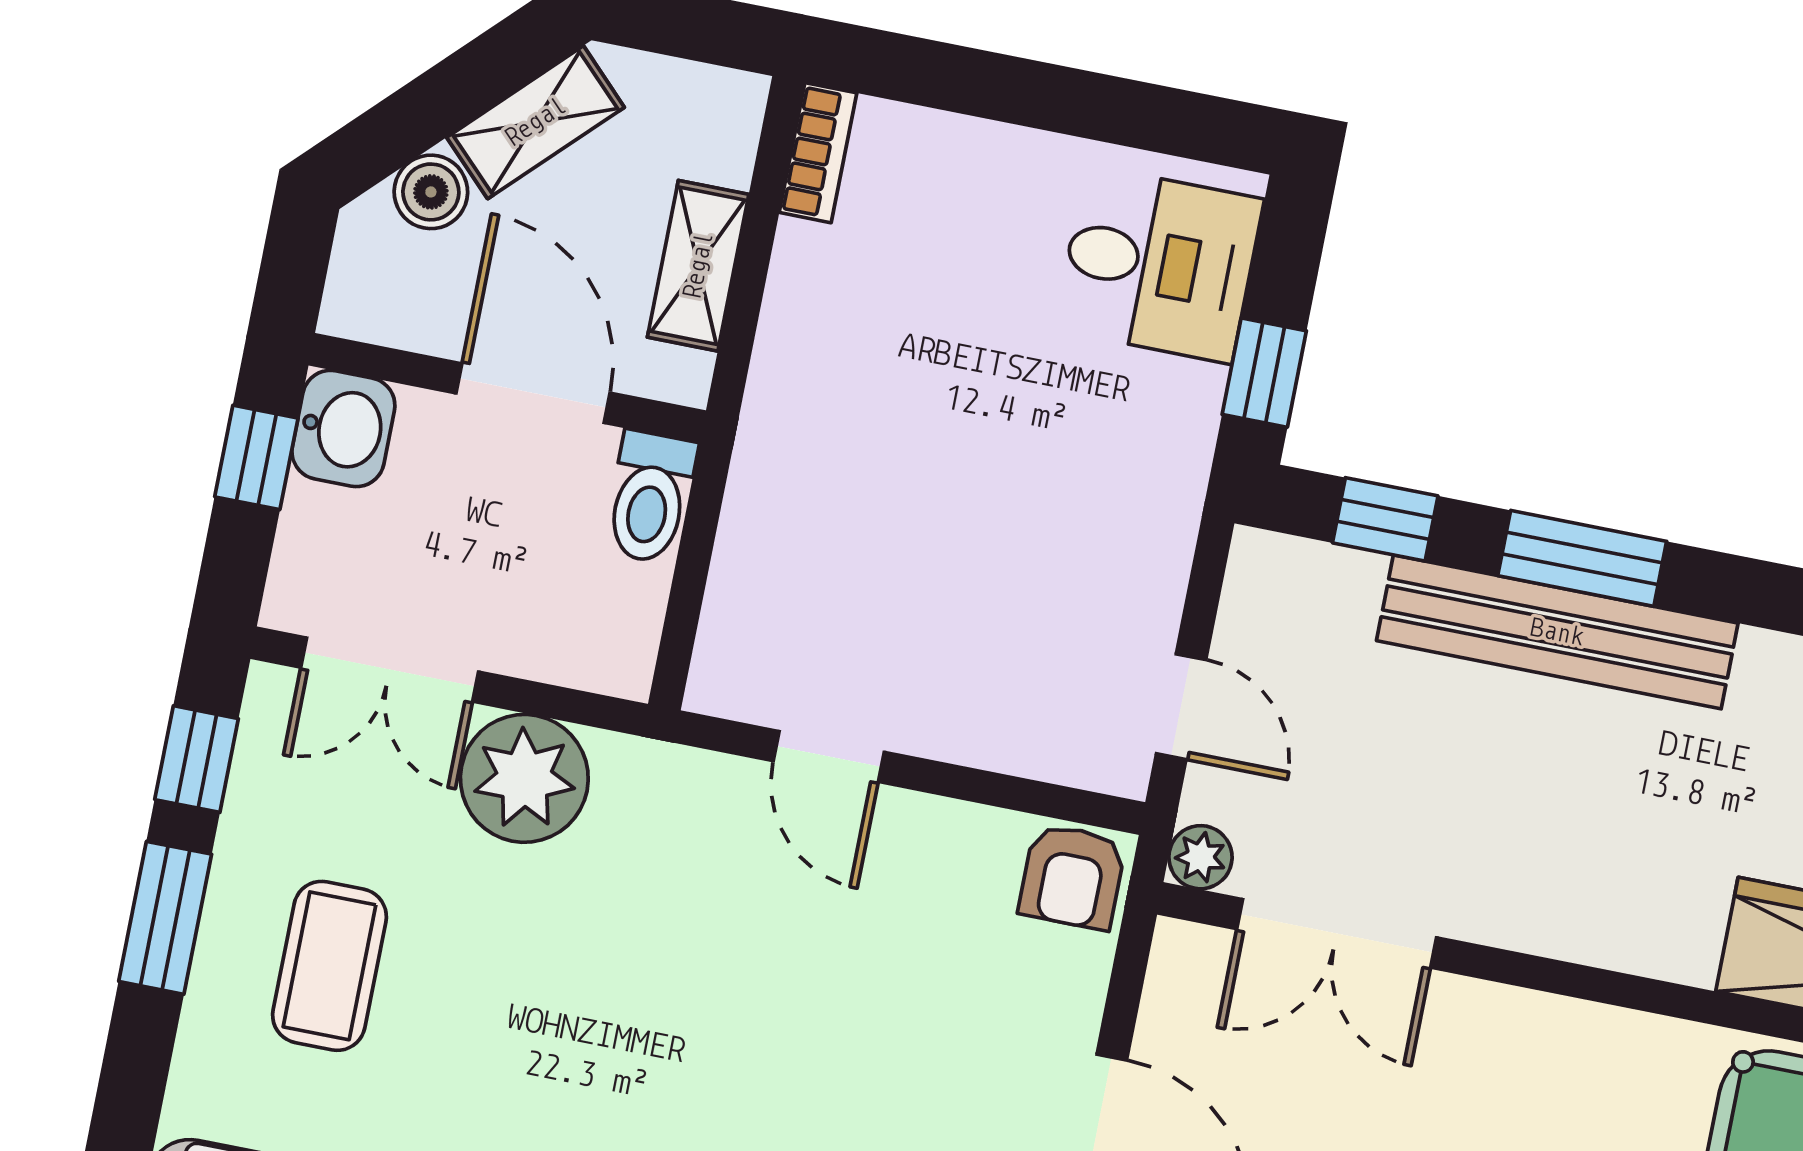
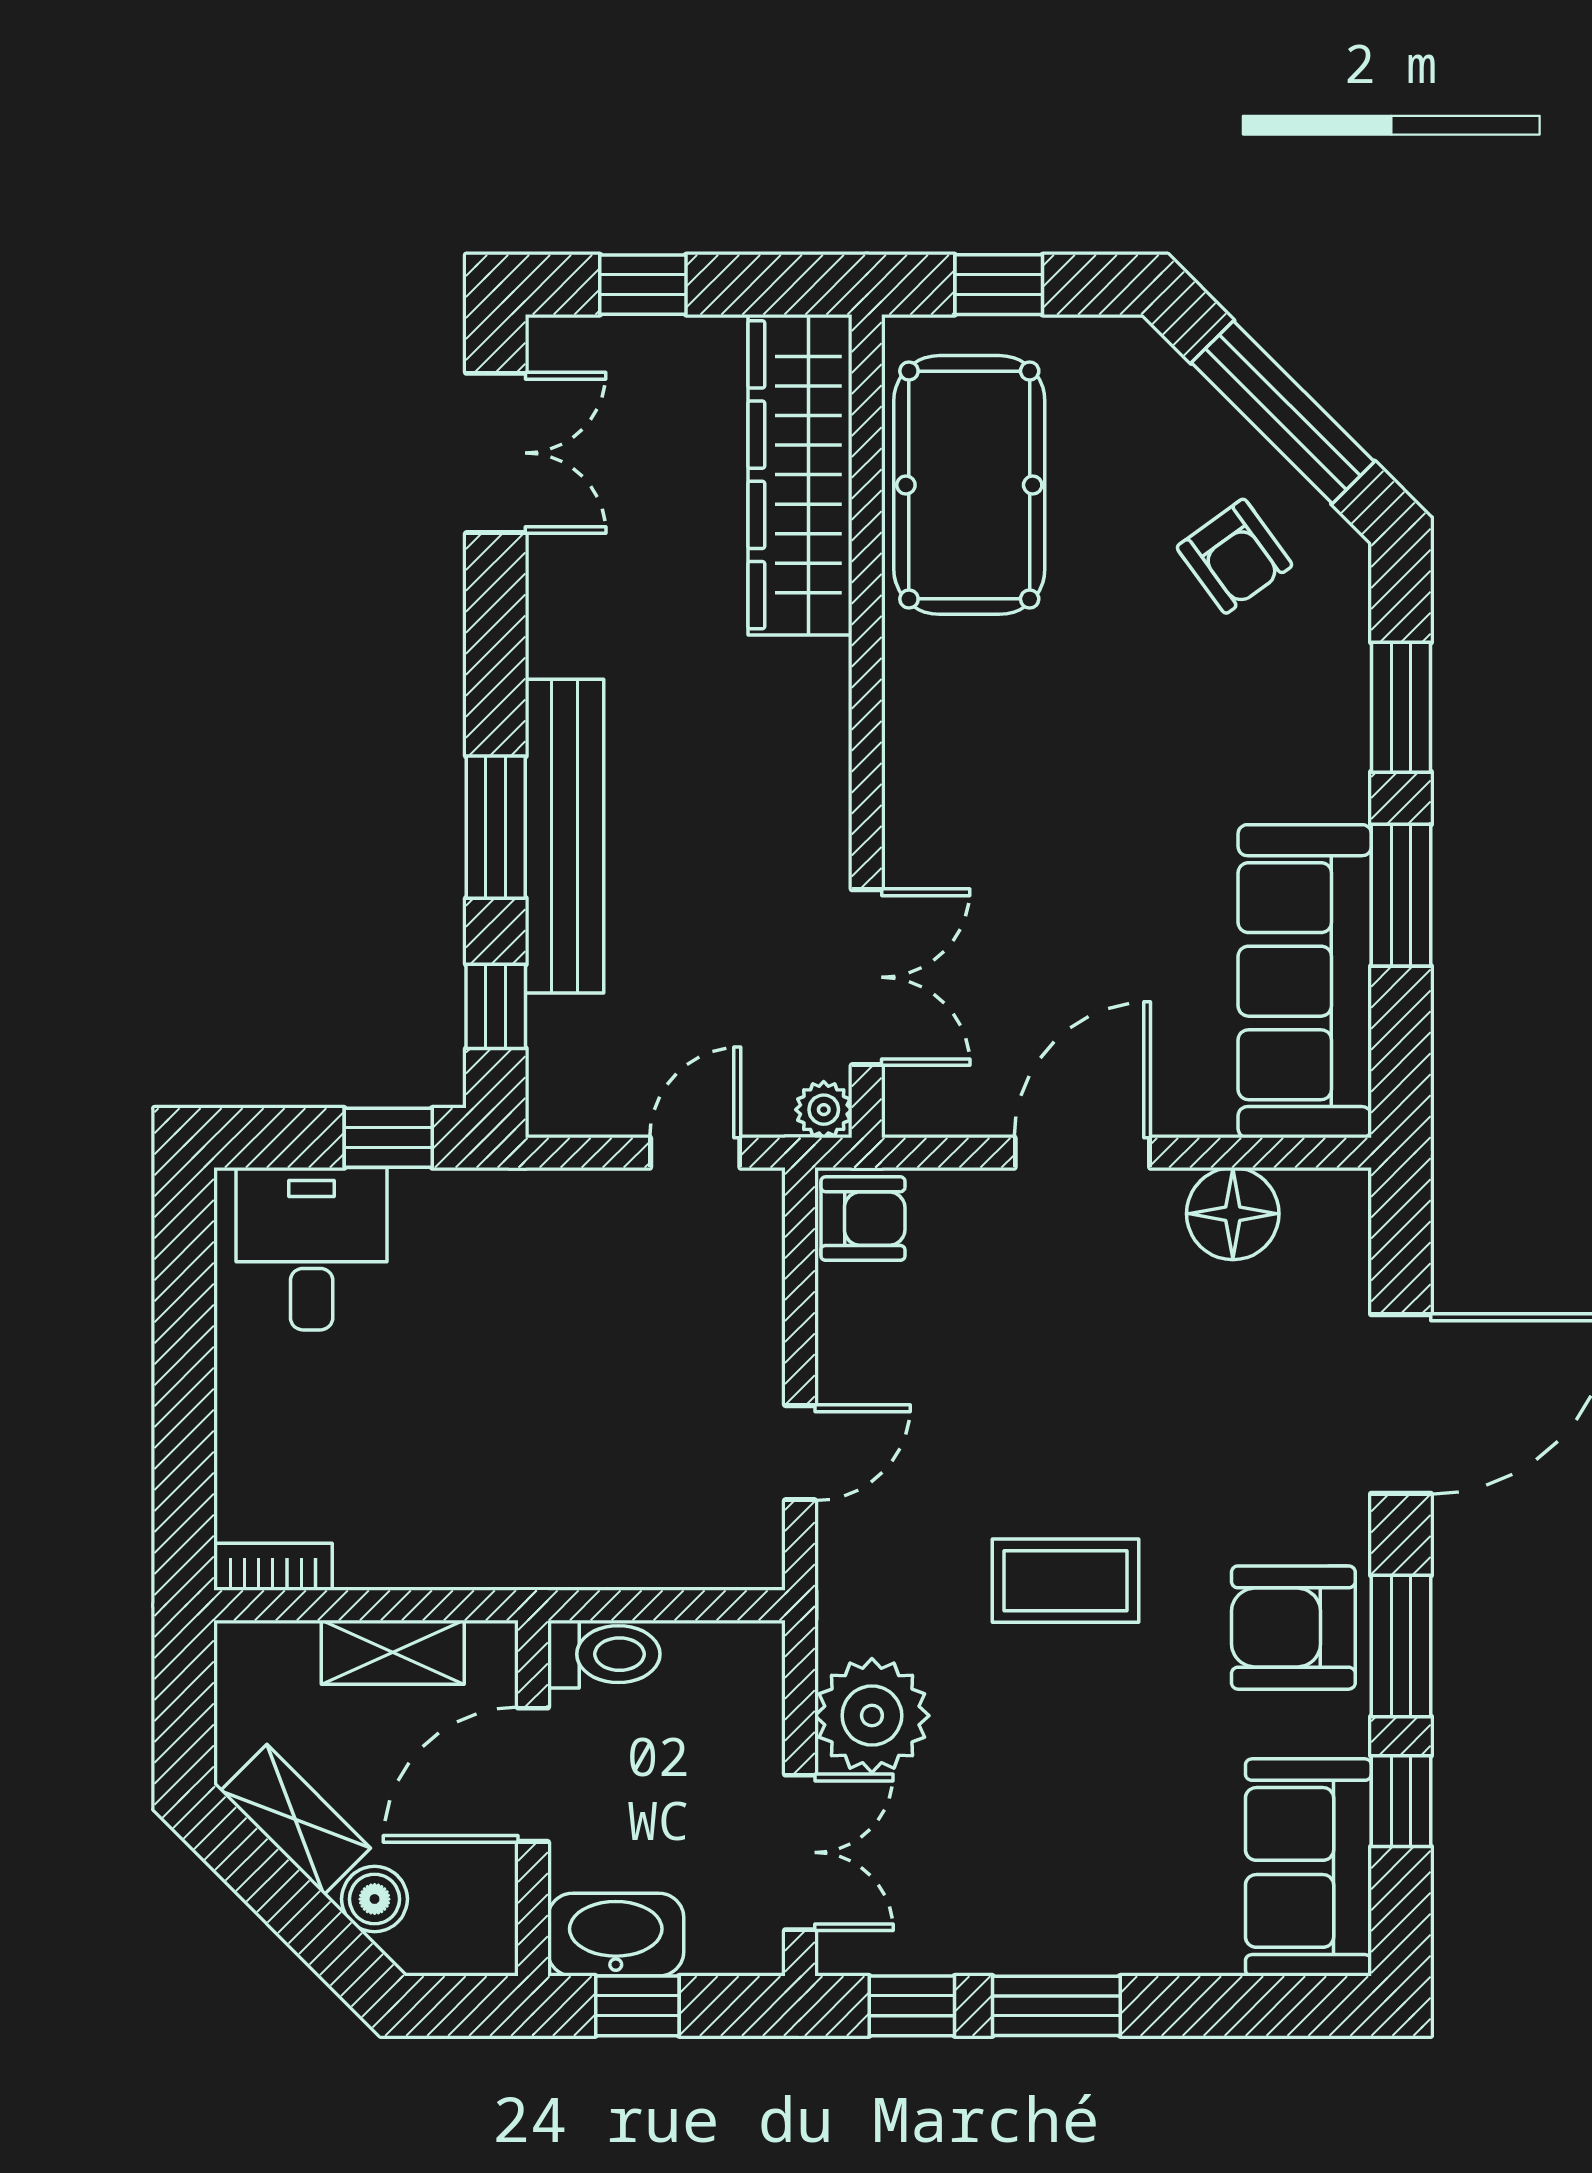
washbasin: (343, 428) -> (616, 1935), width x1.38
coffee table: (329, 966) -> (1066, 1581), moved

